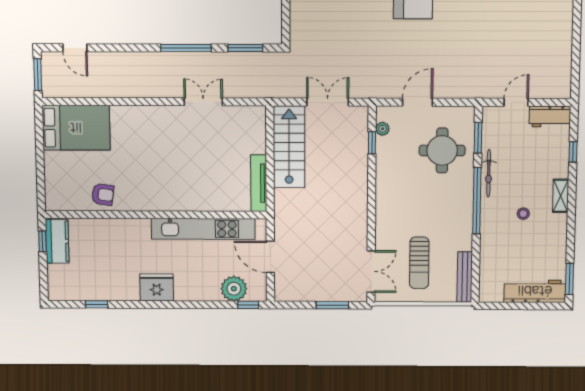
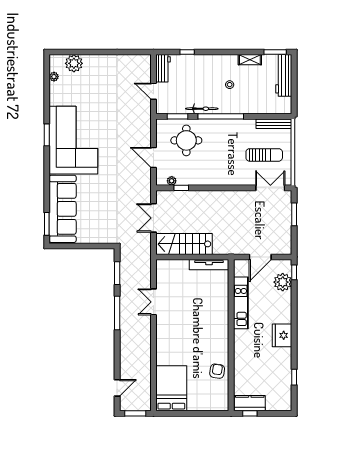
shelving: (561, 196) -> (250, 60), moved
kitchen unit: (203, 229) -> (241, 303), width x0.73

